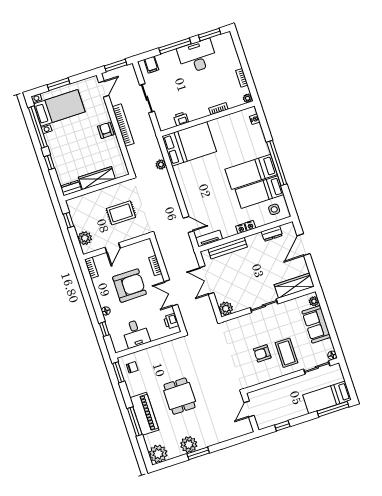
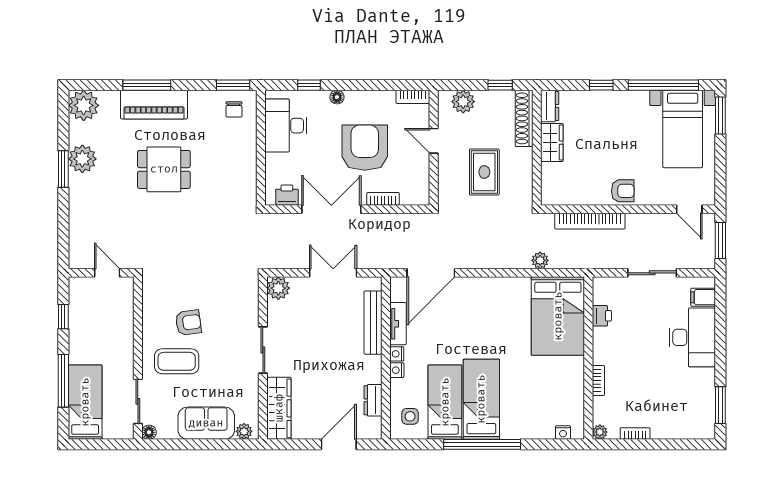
window: (175, 46) -> (720, 344), removed
desk: (197, 56) -> (692, 337), moved
window: (58, 84) -> (720, 116), moved
bookcase: (123, 125) -> (590, 221), moved
wardrobe: (97, 178) -> (552, 143), width x0.67
shoe rack: (83, 200) -> (524, 118), added
door: (188, 224) -> (431, 273), width x1.87
tv unit: (209, 238) -> (398, 324), moved
door: (304, 245) -> (339, 444), hinge flipped
armchair: (129, 286) -> (365, 148), turned 180
double door: (171, 293) -> (331, 209), width x1.37
desk: (136, 333) -> (286, 126), width x1.37
armchair: (262, 353) -> (188, 323), turned 82
window: (333, 409) -> (63, 381), moved

